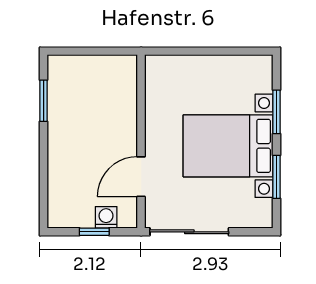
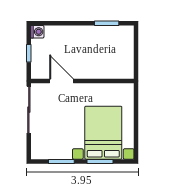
bed with nightstands: (228, 146) -> (103, 133), moved
washing machine: (106, 217) -> (37, 32), moved

